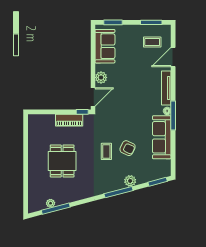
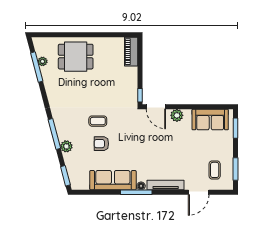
door: (173, 57) -> (199, 192), swing flipped
piano: (69, 120) -> (131, 52), moved
armchair: (128, 148) -> (101, 144), turned 65
dining table: (62, 161) -> (76, 57), moved

